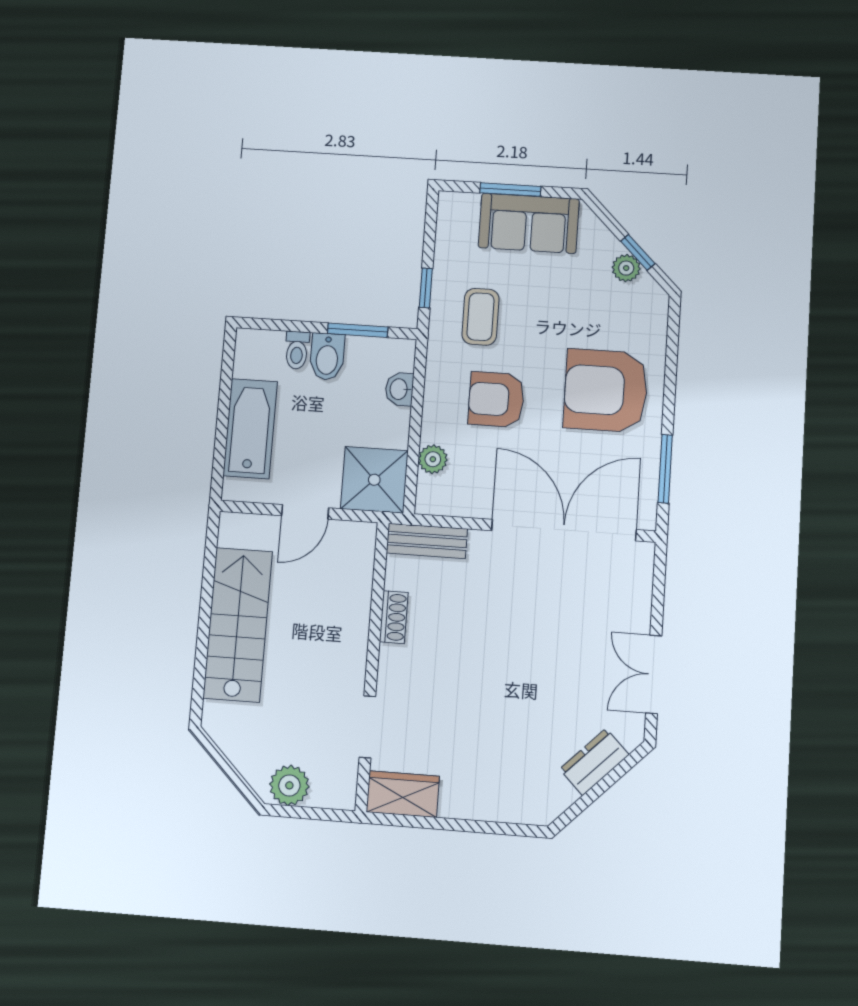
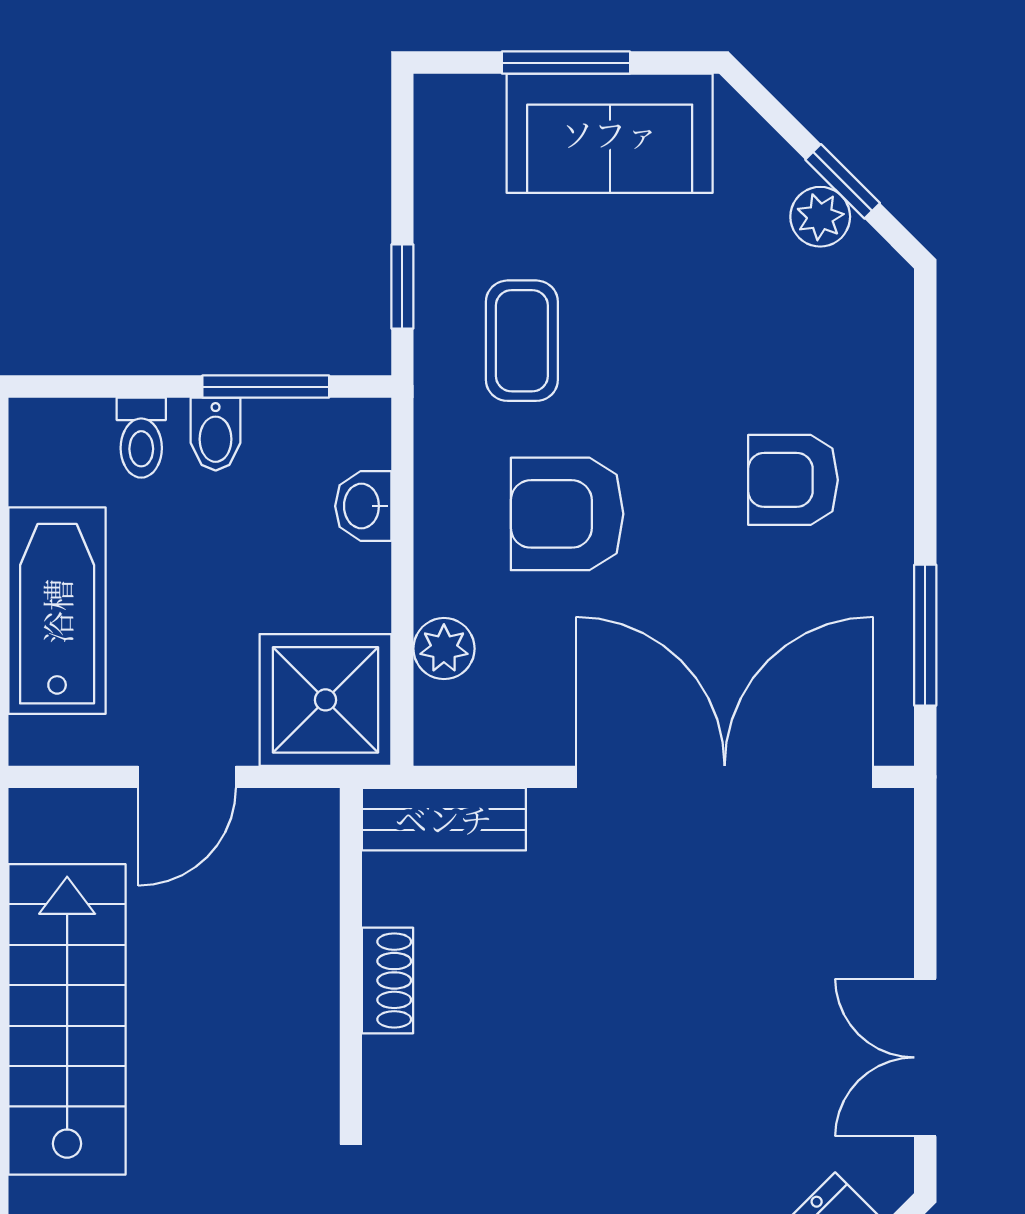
bidet: (327, 357) -> (216, 434), width x0.72, depth x0.74
armchair: (606, 390) -> (793, 480), width x0.53, depth x0.53

